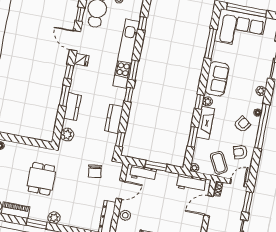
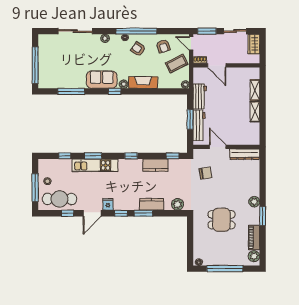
corner sofa: (240, 29) -> (53, 67), removed
kitchen unit: (126, 54) -> (95, 165), width x0.73
window: (134, 70) -> (93, 156), moved
window: (199, 102) -> (115, 91), moved
window: (193, 137) -> (158, 91), removed
workbench: (143, 173) -> (199, 125), width x1.38
workbench: (191, 183) -> (200, 96), moved
stool: (125, 215) -> (240, 138), removed

